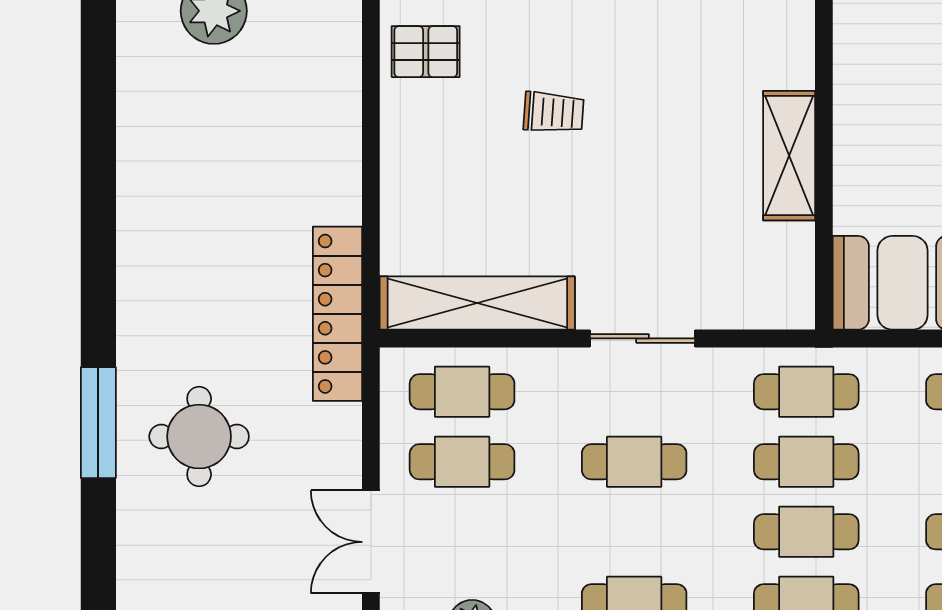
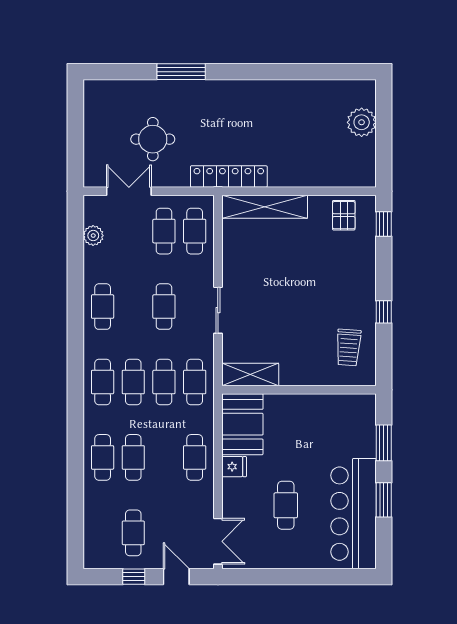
trolley: (554, 112) -> (348, 347), moved, width x1.36, depth x1.39
shelving: (789, 156) -> (250, 374), moved
shelving: (477, 303) -> (265, 207), moved, turned 90
round table: (199, 437) -> (153, 139), moved

